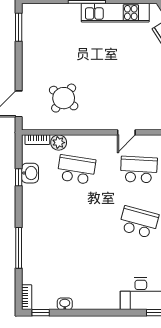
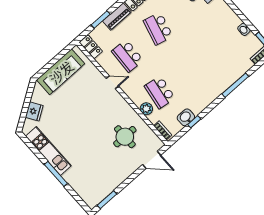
round table: (64, 98) -> (125, 137), turned -38
plant: (59, 143) -> (146, 109), moved

